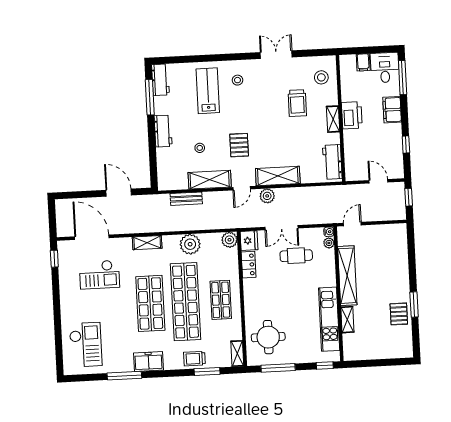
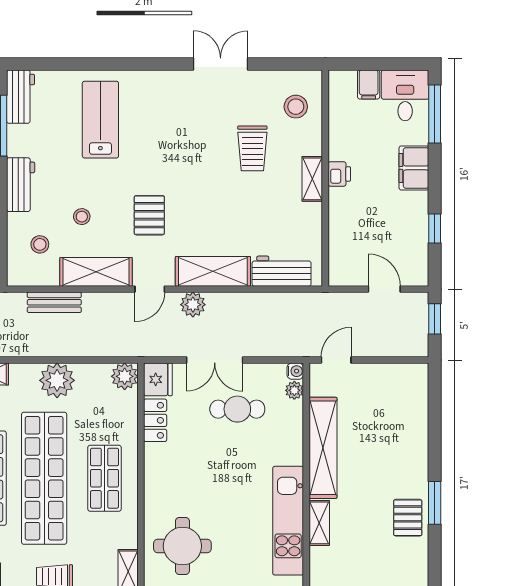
stool: (237, 80) -> (40, 244), moved
printer: (352, 115) -> (339, 174), width x0.53, depth x0.68
workbench: (332, 162) -> (282, 271), moved, turned 90

